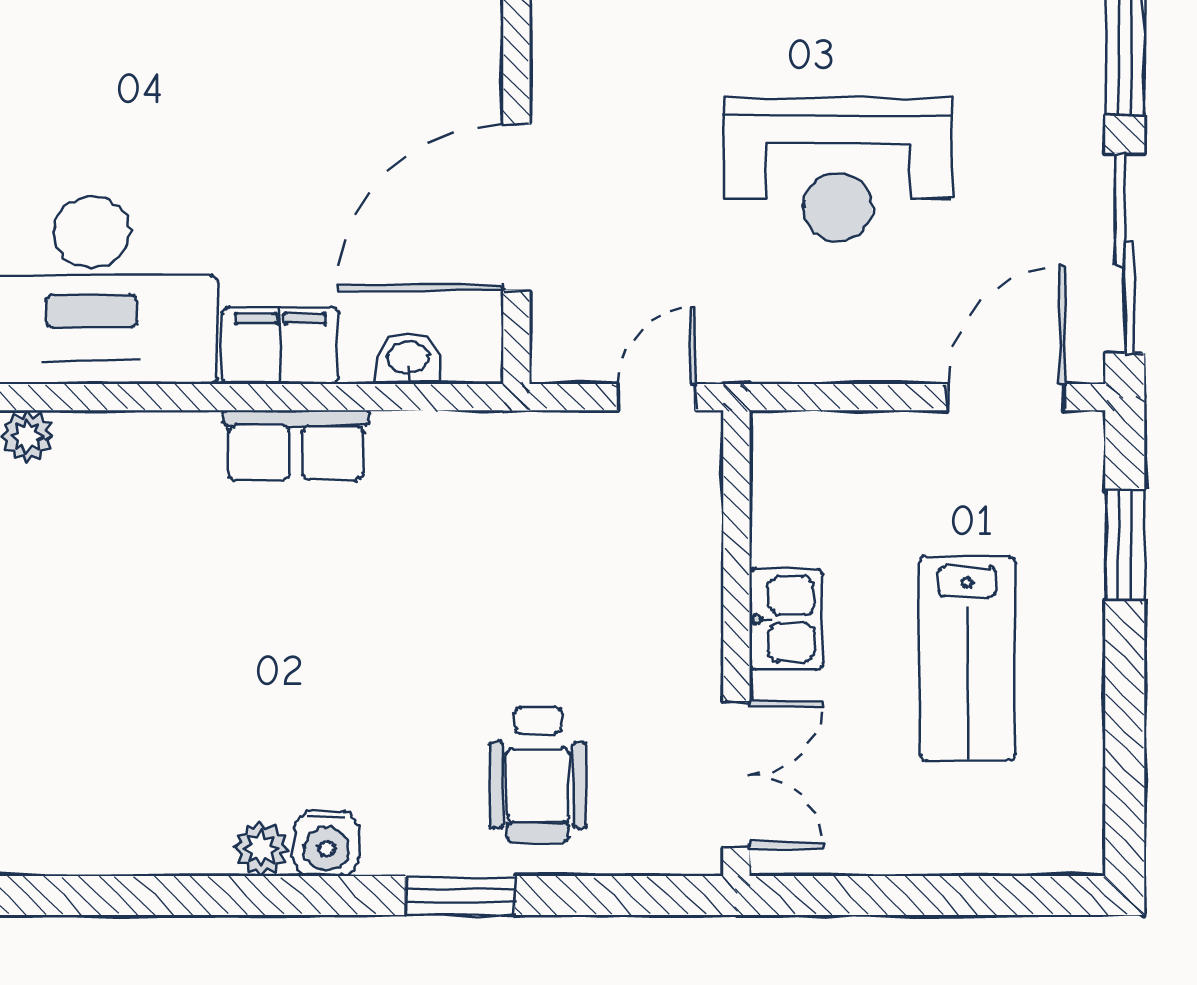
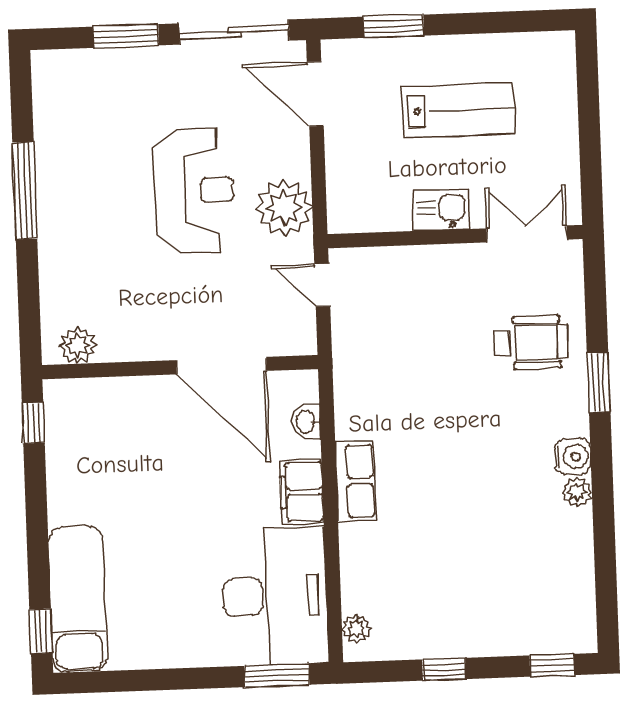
plant: (801, 333) -> (284, 208), added

